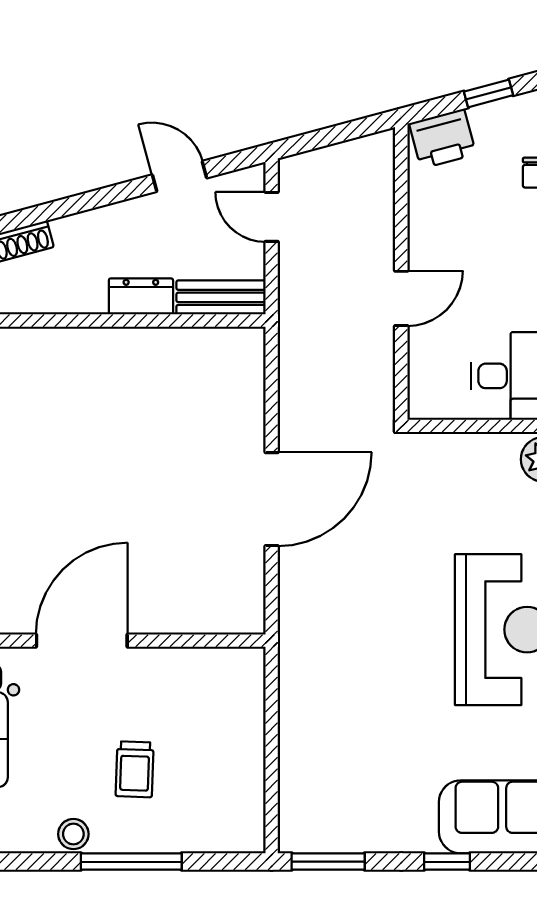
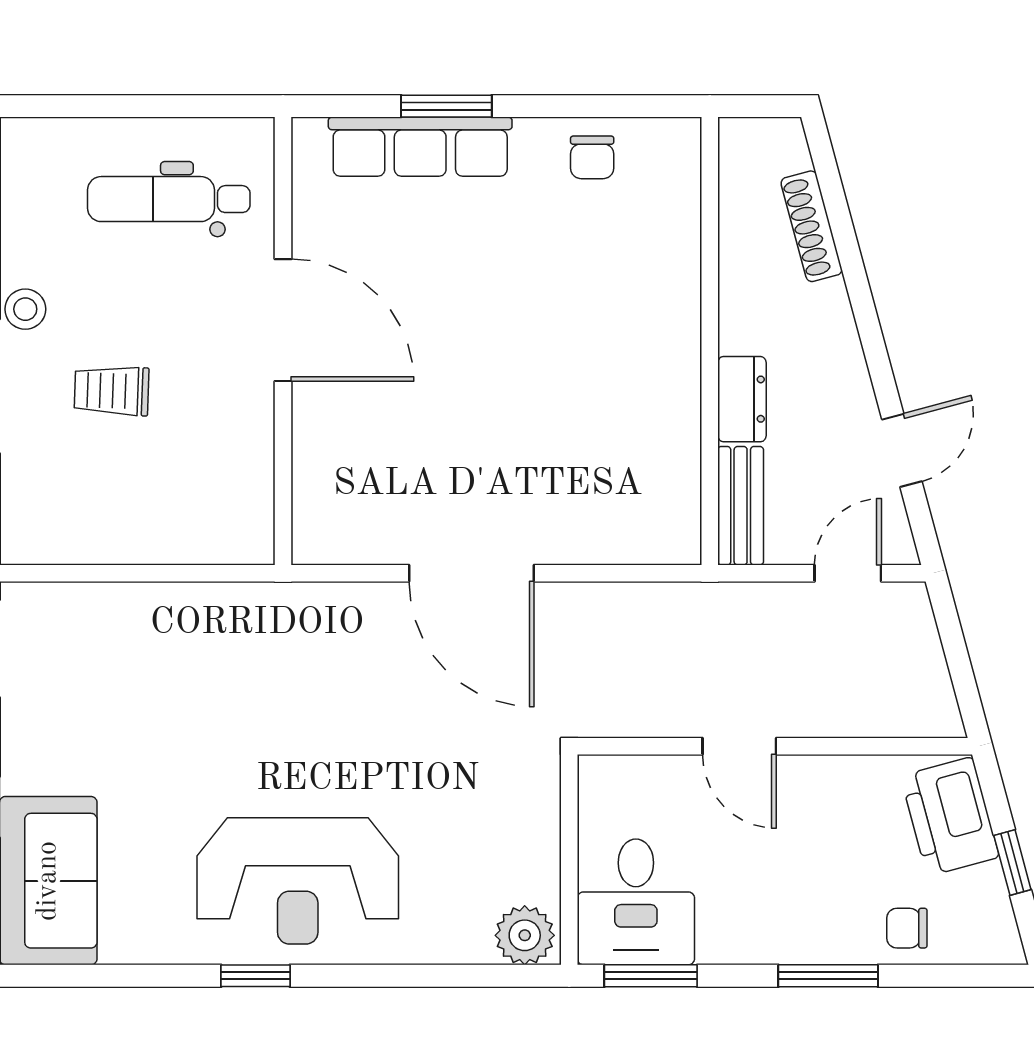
printer: (443, 139) -> (950, 816), width x1.37, depth x1.19

